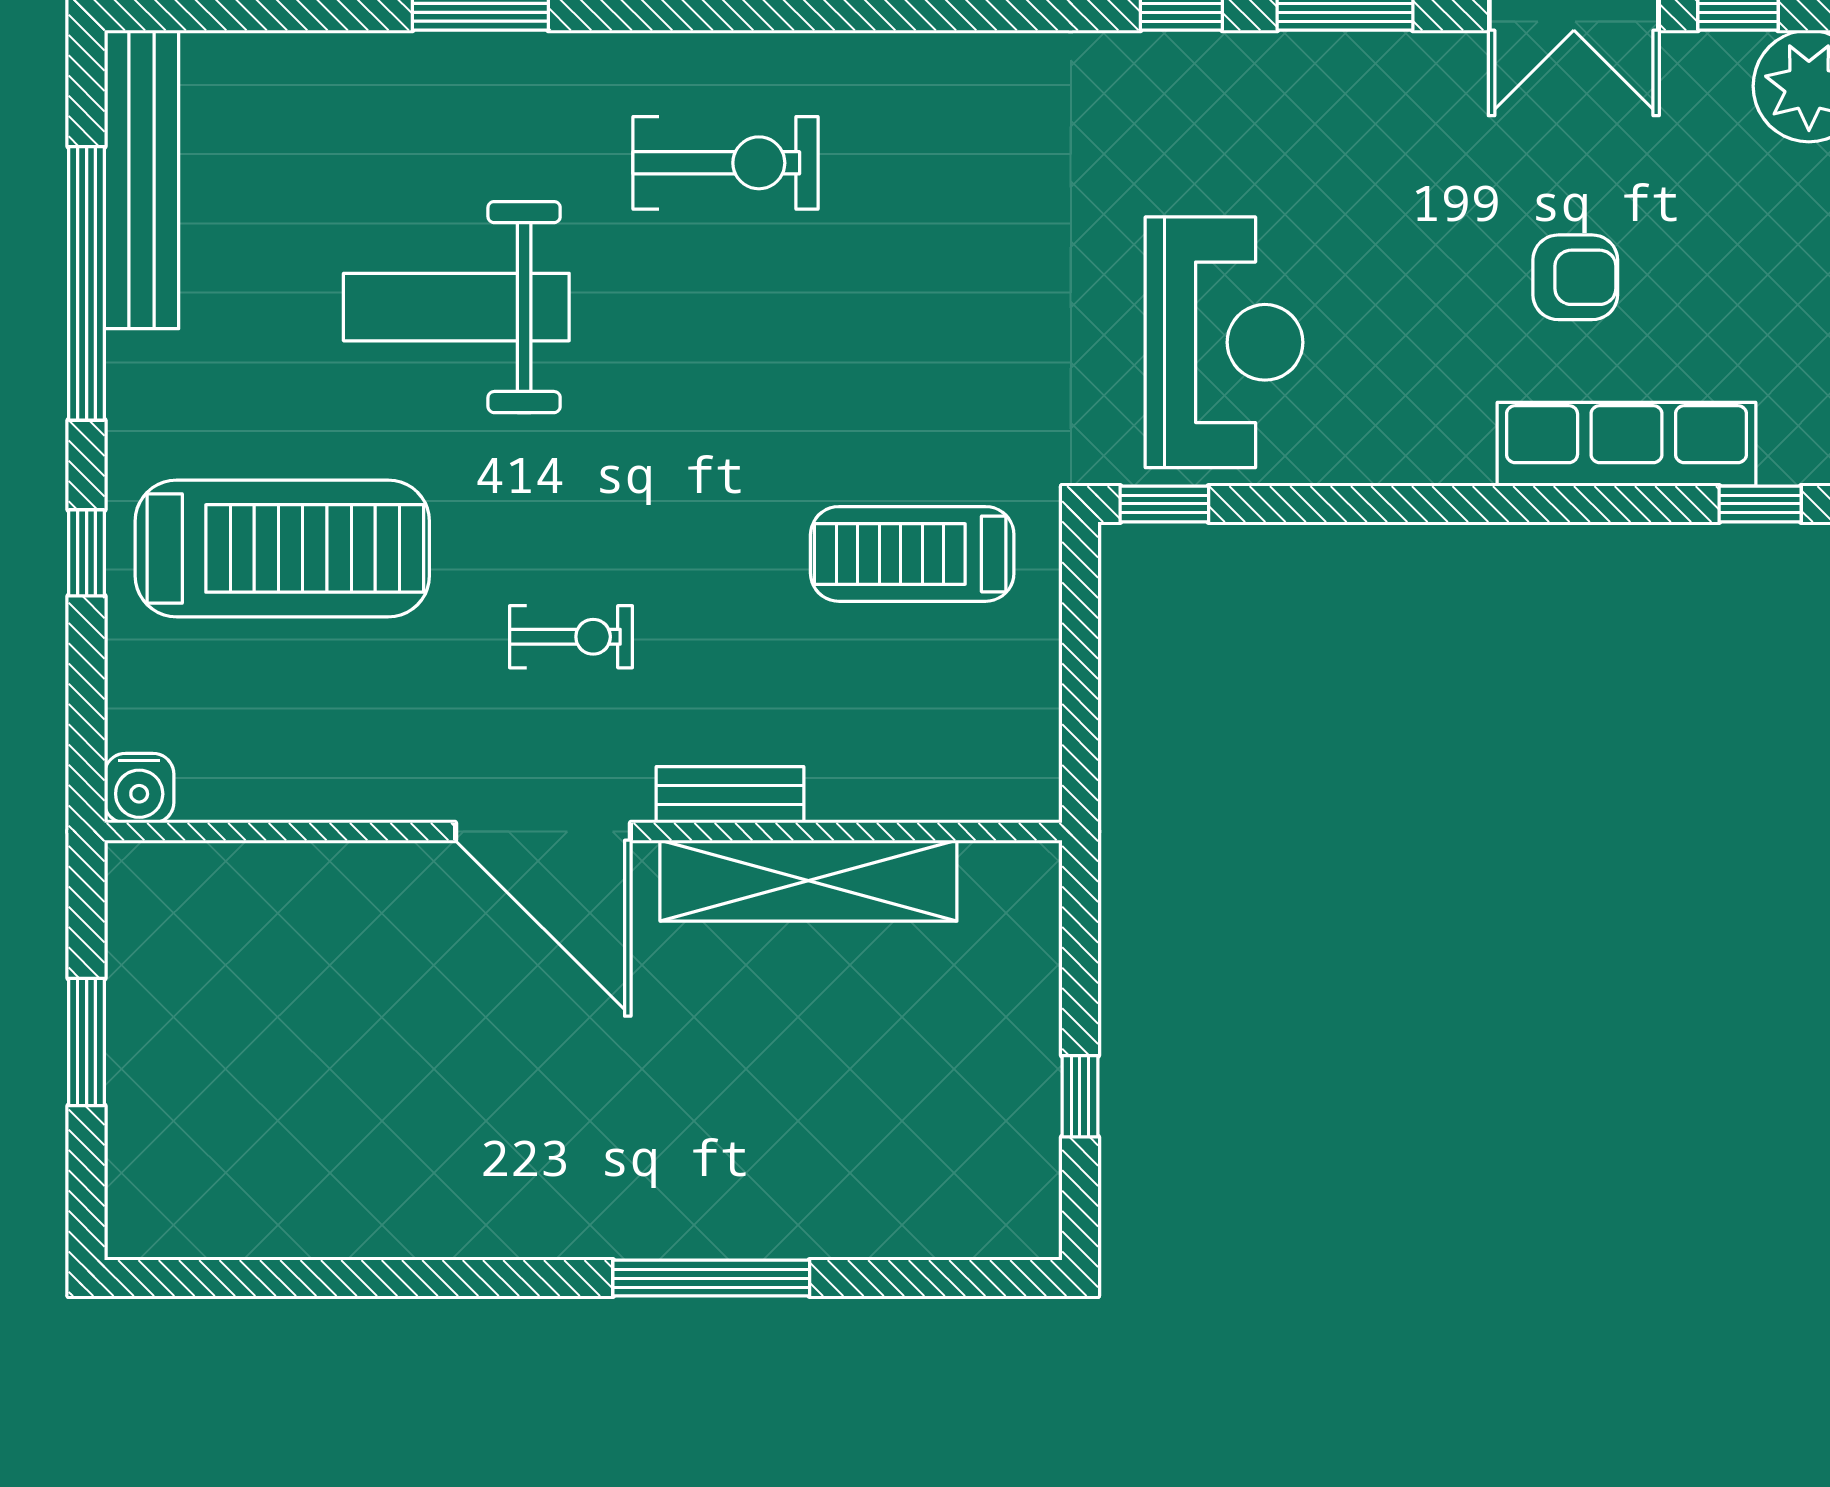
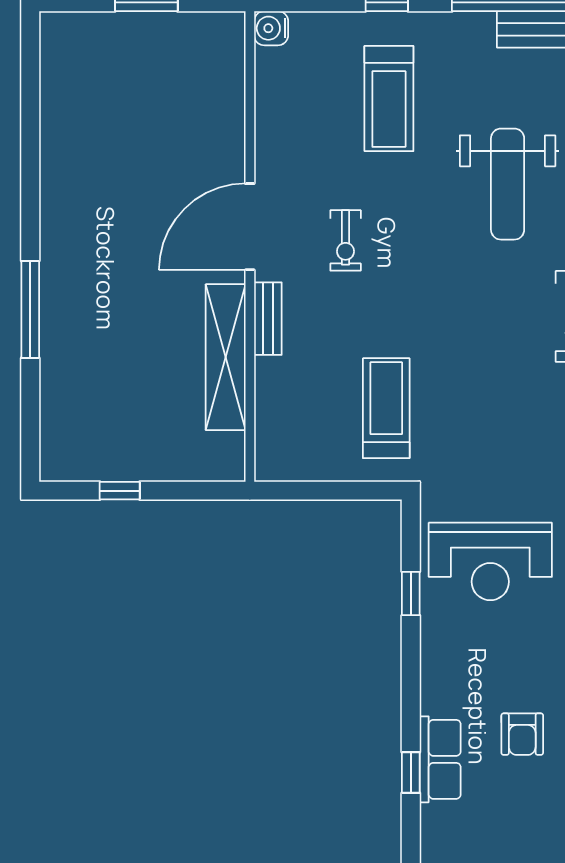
weight bench: (456, 307) -> (508, 184), turned 180
row of seats: (1627, 444) -> (440, 759), width x0.68
window: (1164, 504) -> (411, 593), moved
window: (1760, 504) -> (411, 773), moved
treadmill: (282, 548) -> (389, 99), width x0.73, depth x0.73

